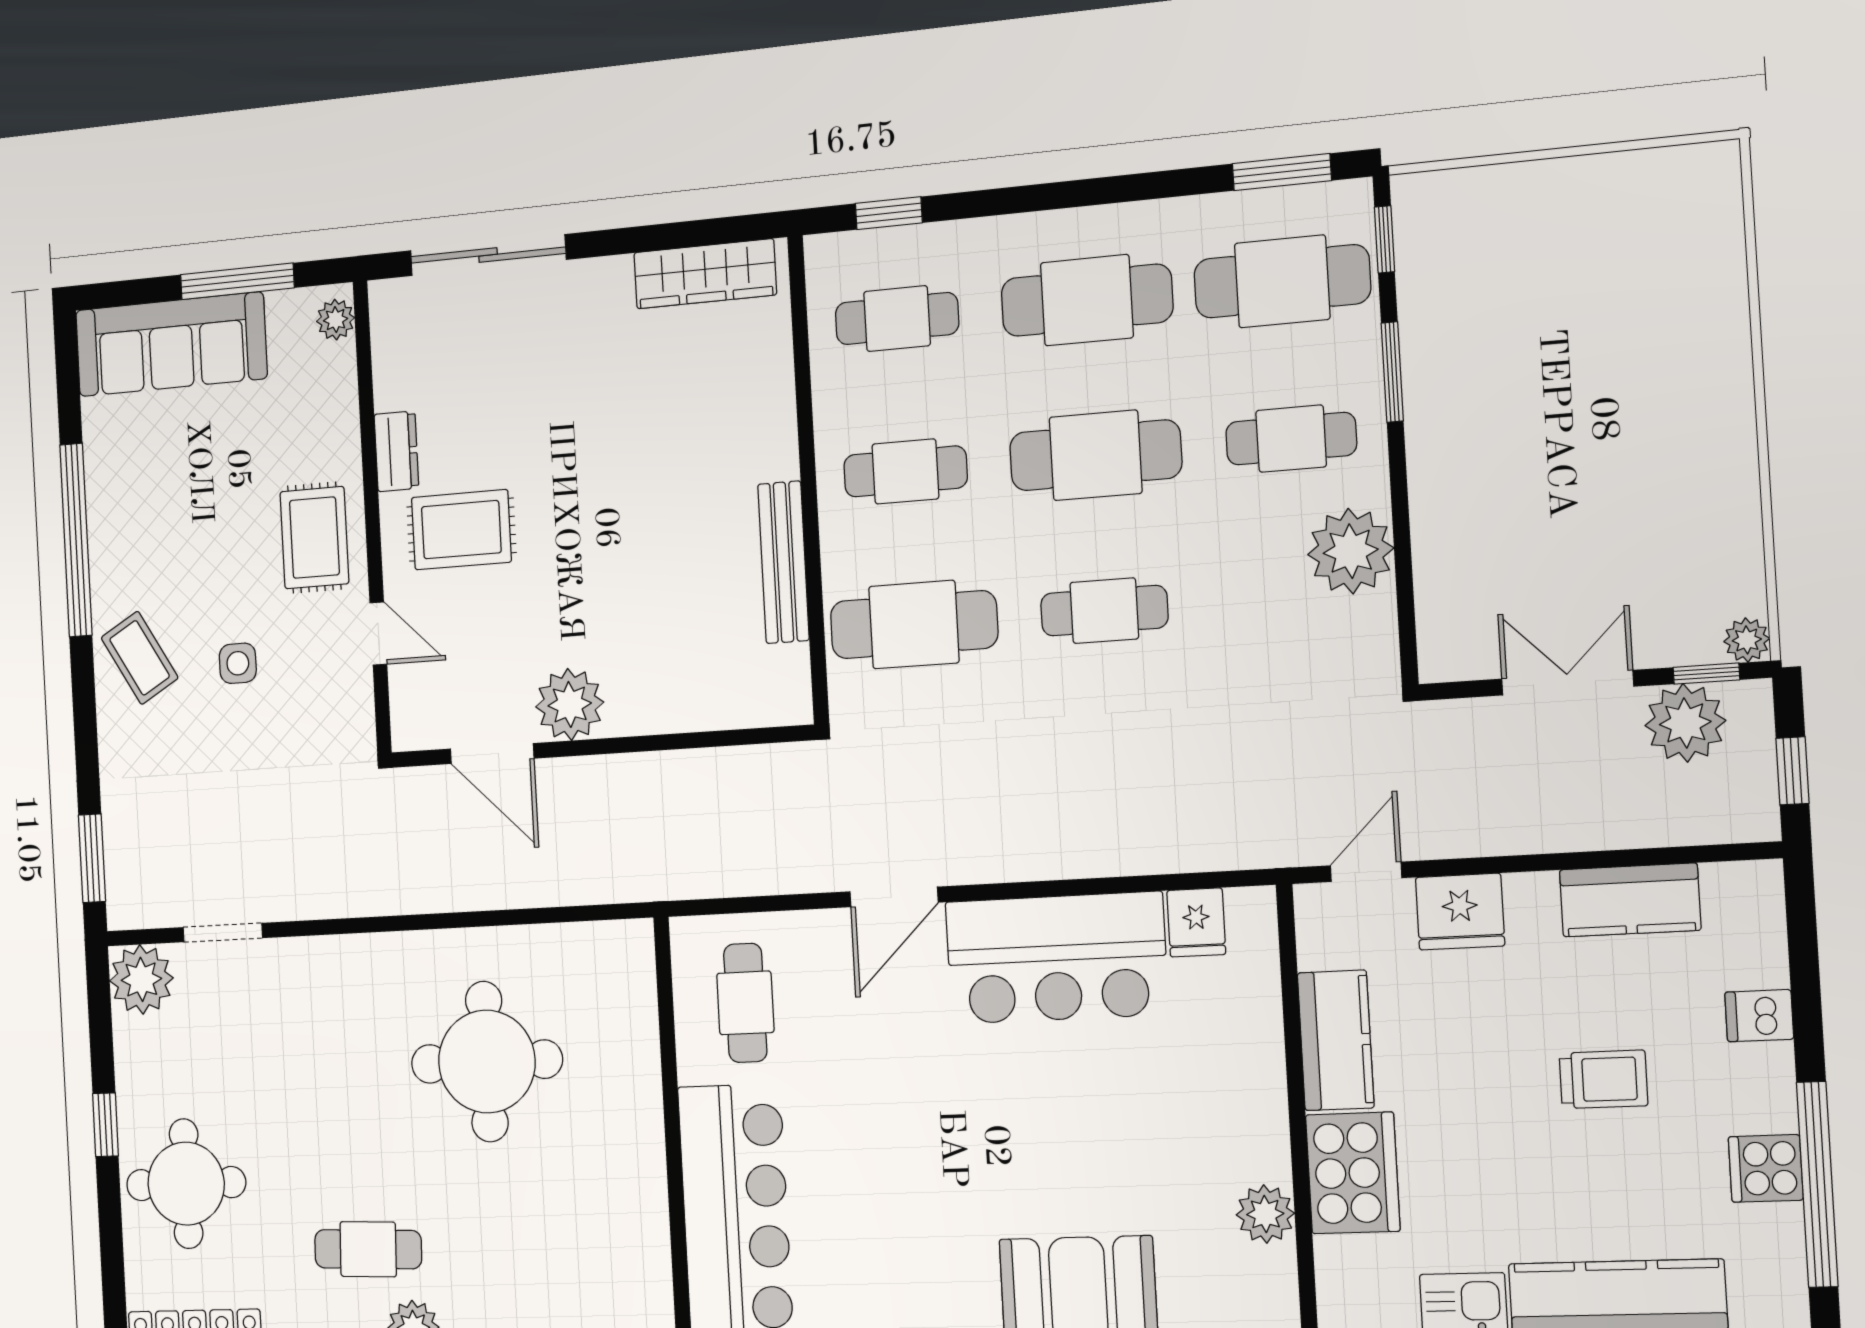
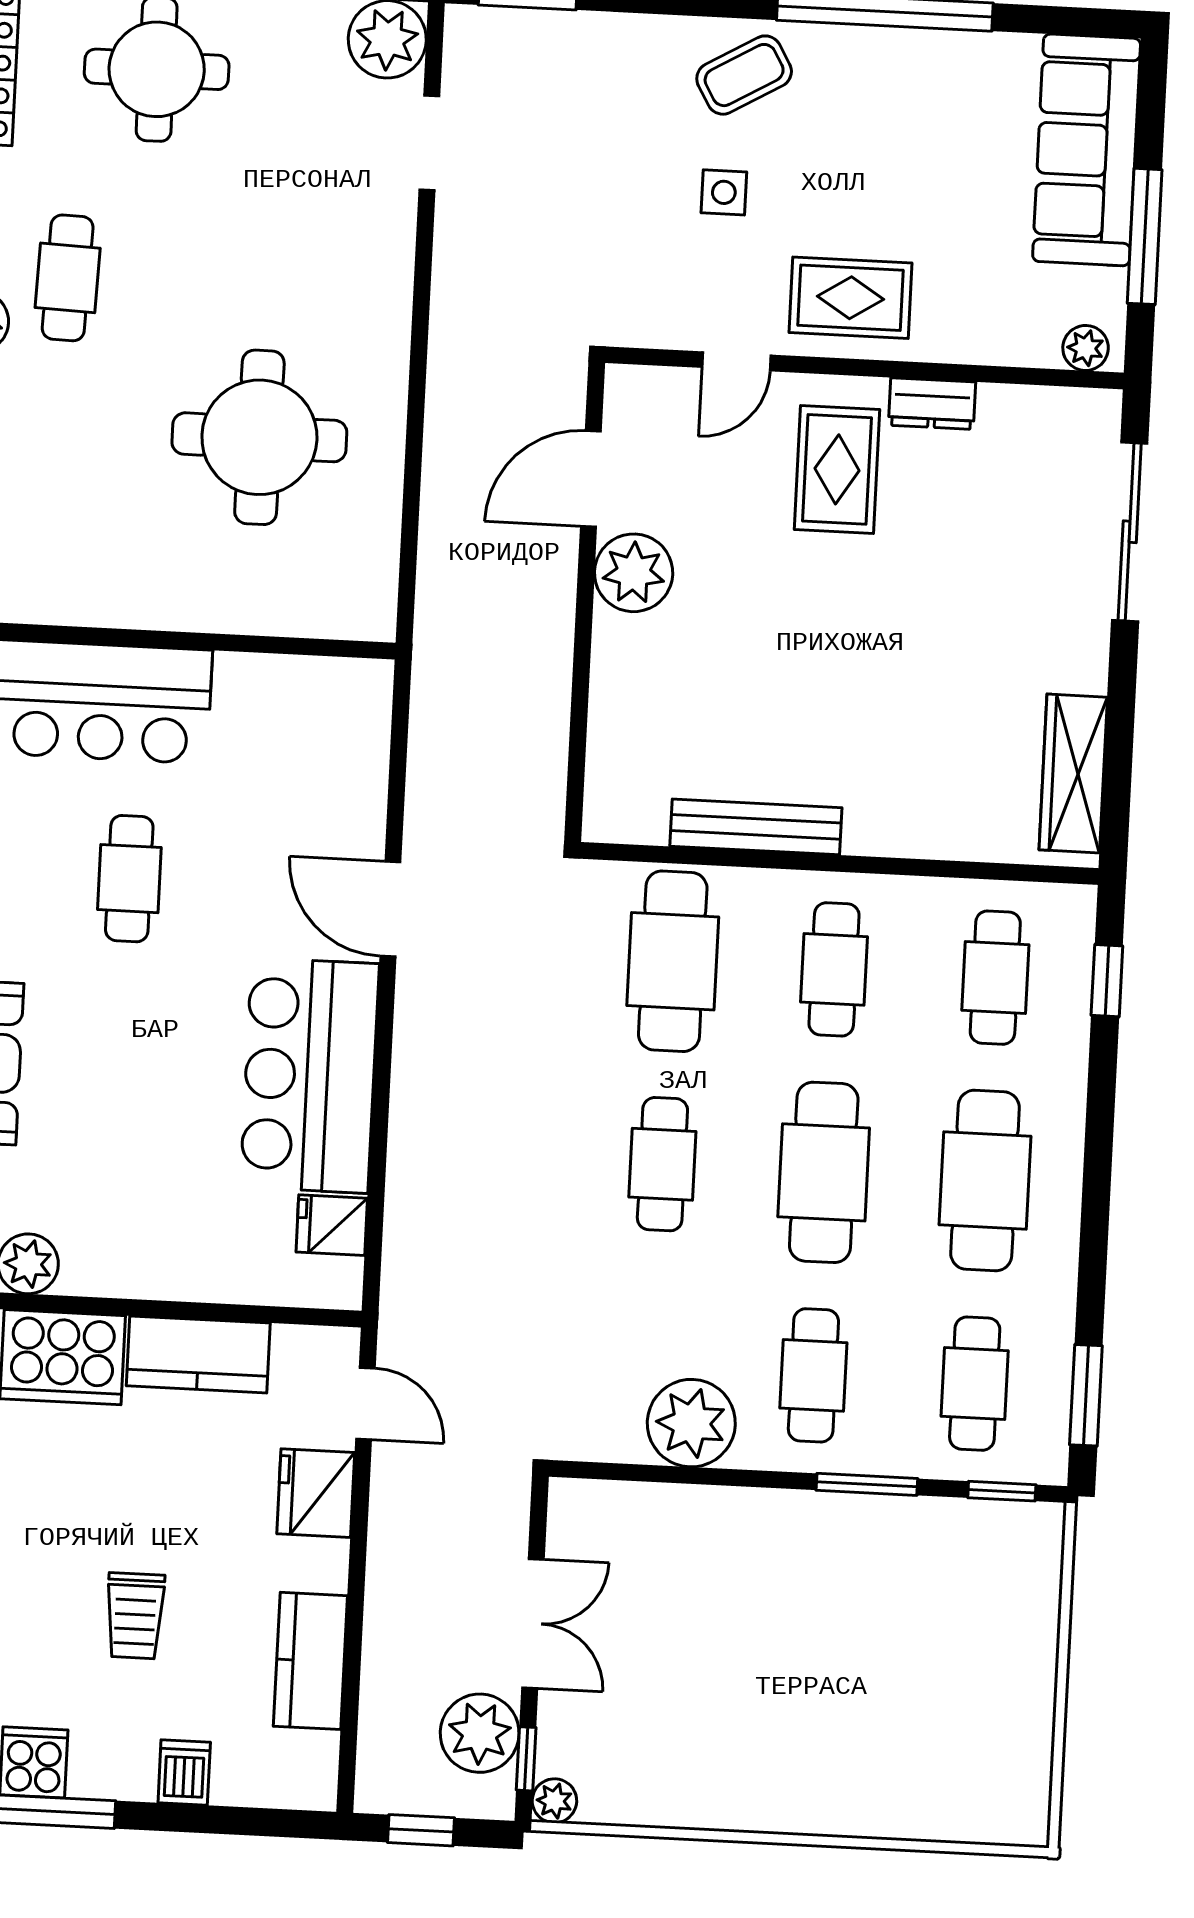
cafe table: (1282, 281) -> (975, 1384), width x0.73, depth x0.74
cafe table: (745, 1003) -> (129, 879), moved, turned 90

